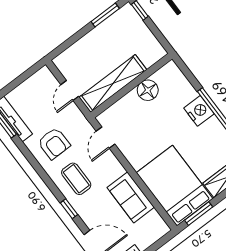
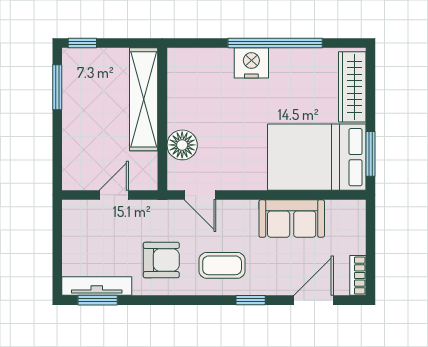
shelving: (113, 84) -> (144, 99), moved
door: (70, 90) -> (114, 195), swing flipped
floor lamp: (148, 90) -> (182, 145), moved

